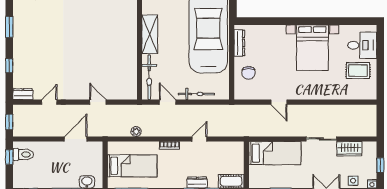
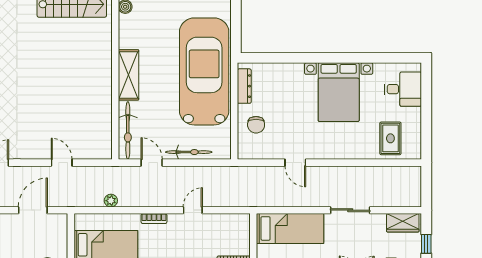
rug: (358, 71) -> (390, 138), moved, turned 90
wardrobe: (349, 149) -> (403, 223), moved

